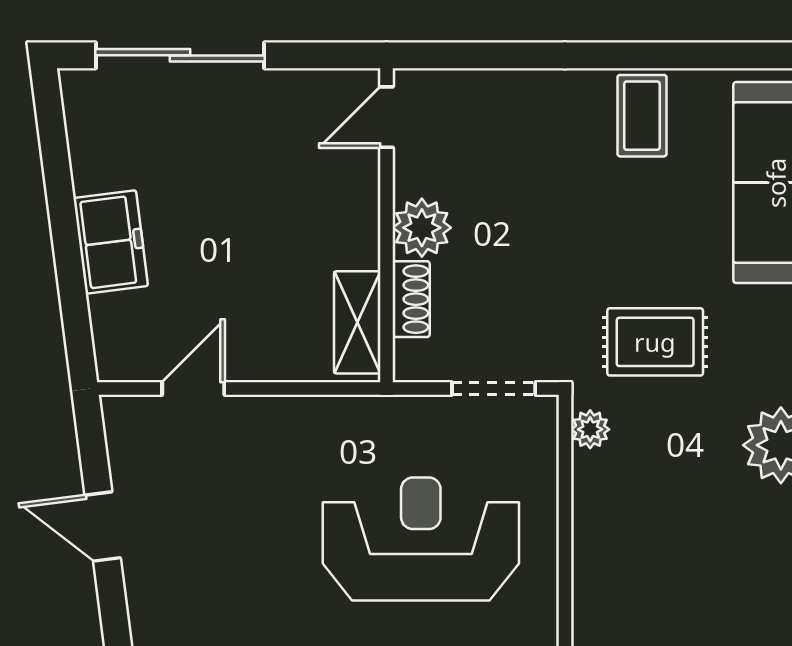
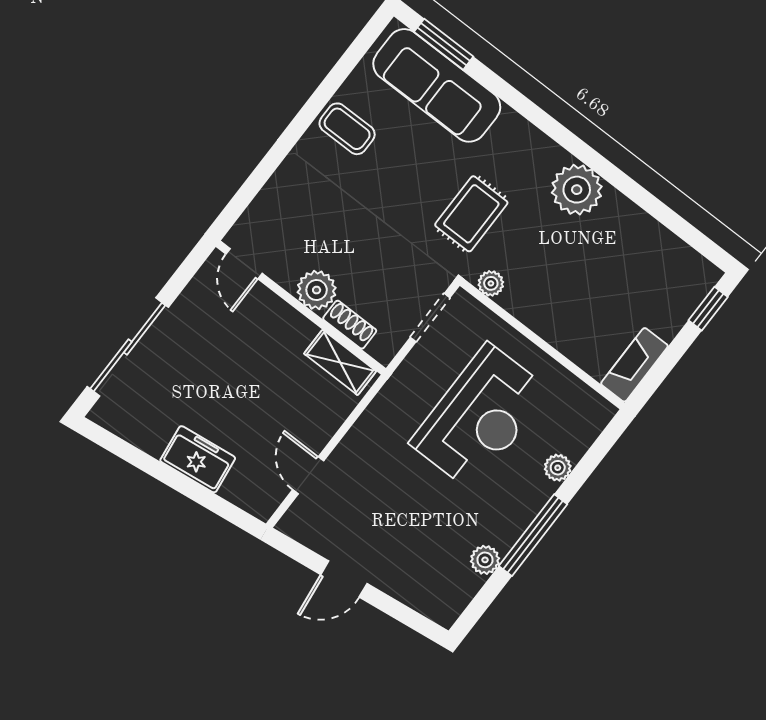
reception desk: (421, 539) -> (480, 417), turned 180

